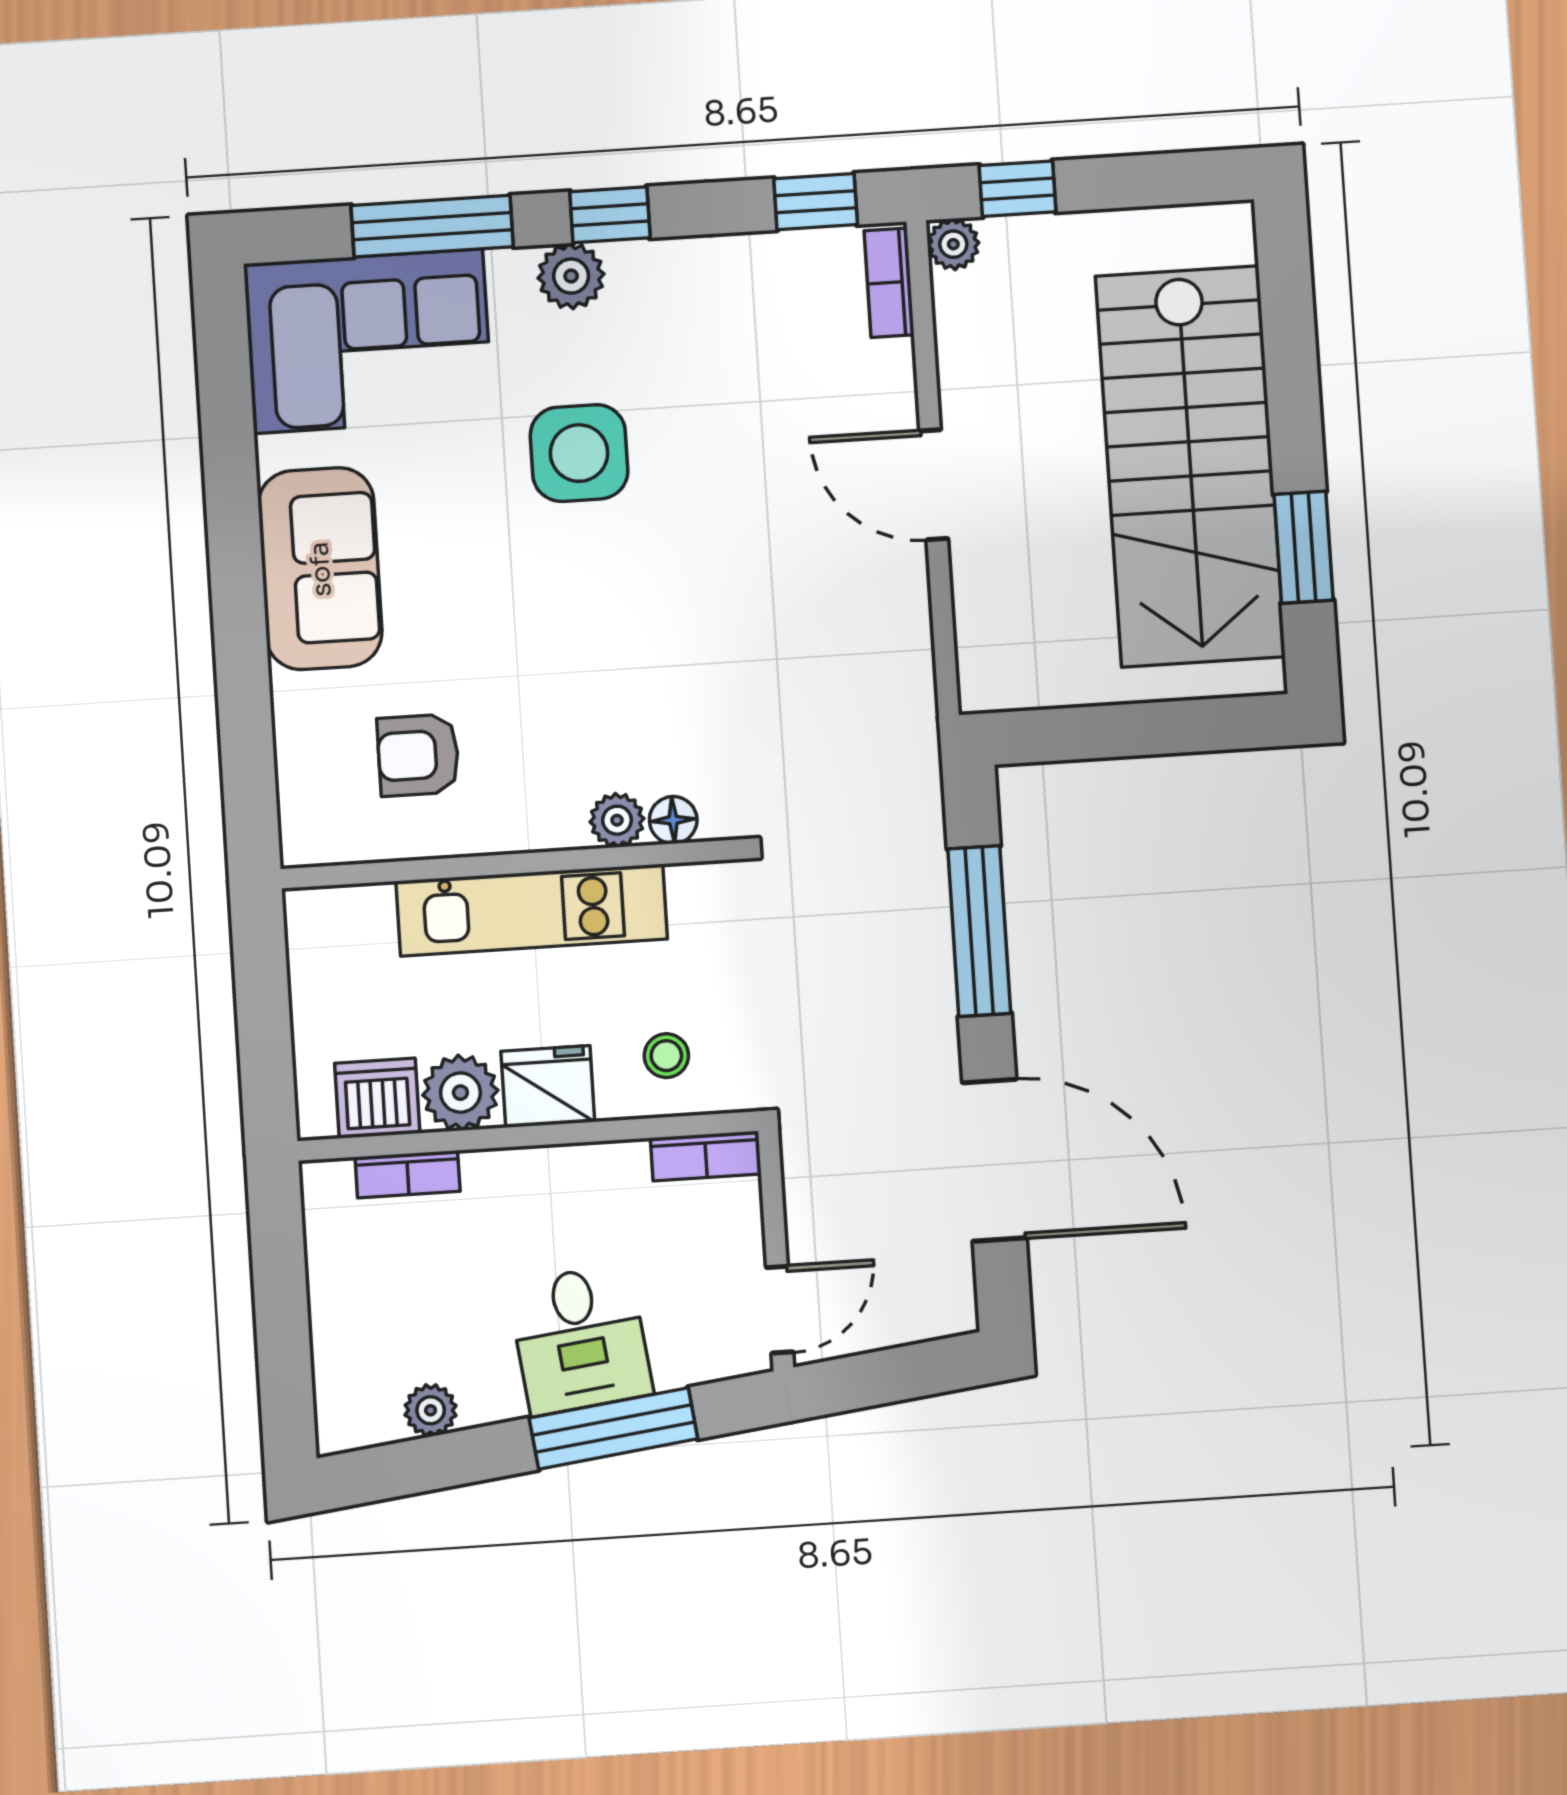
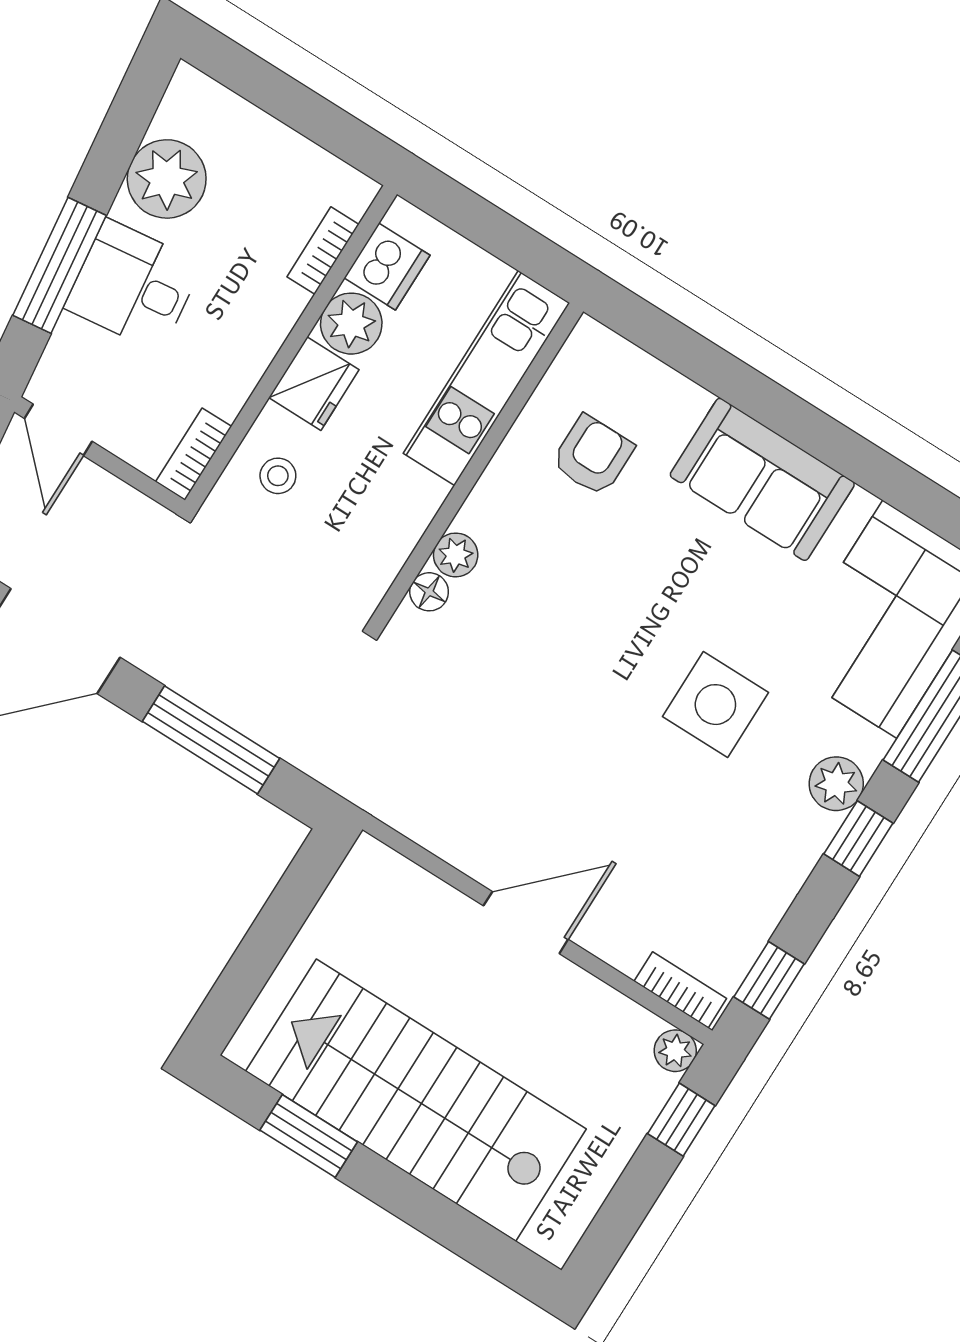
kitchen unit: (532, 910) -> (486, 378), moved
plant: (431, 1410) -> (167, 179), width x1.88, depth x1.88

